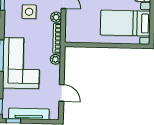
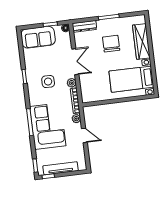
door: (62, 93) -> (84, 135), moved

